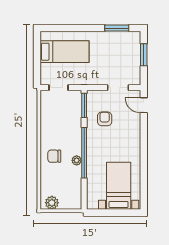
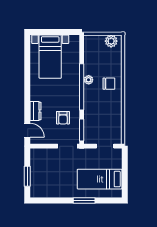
window: (117, 28) -> (84, 201), moved
doorway: (118, 88) -> (67, 146), moved
dresser: (135, 126) -> (36, 111), added

